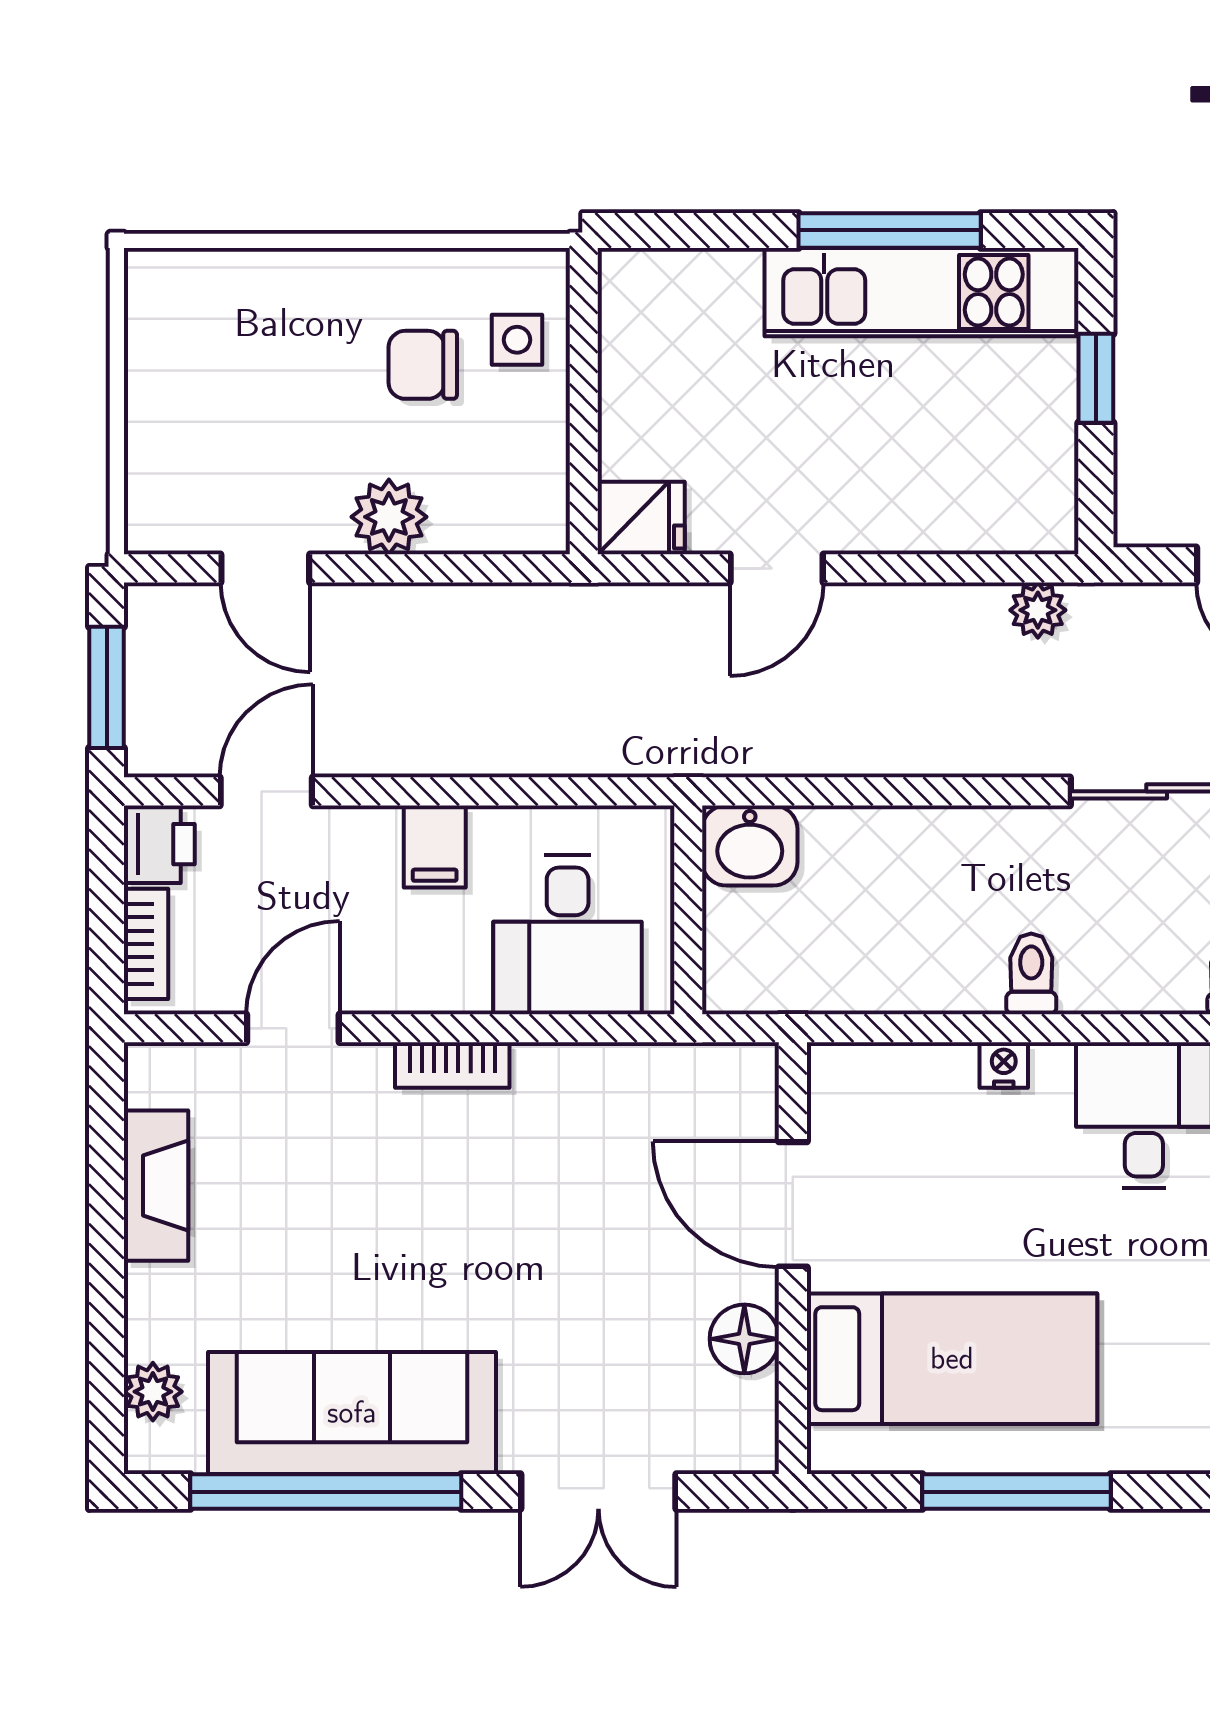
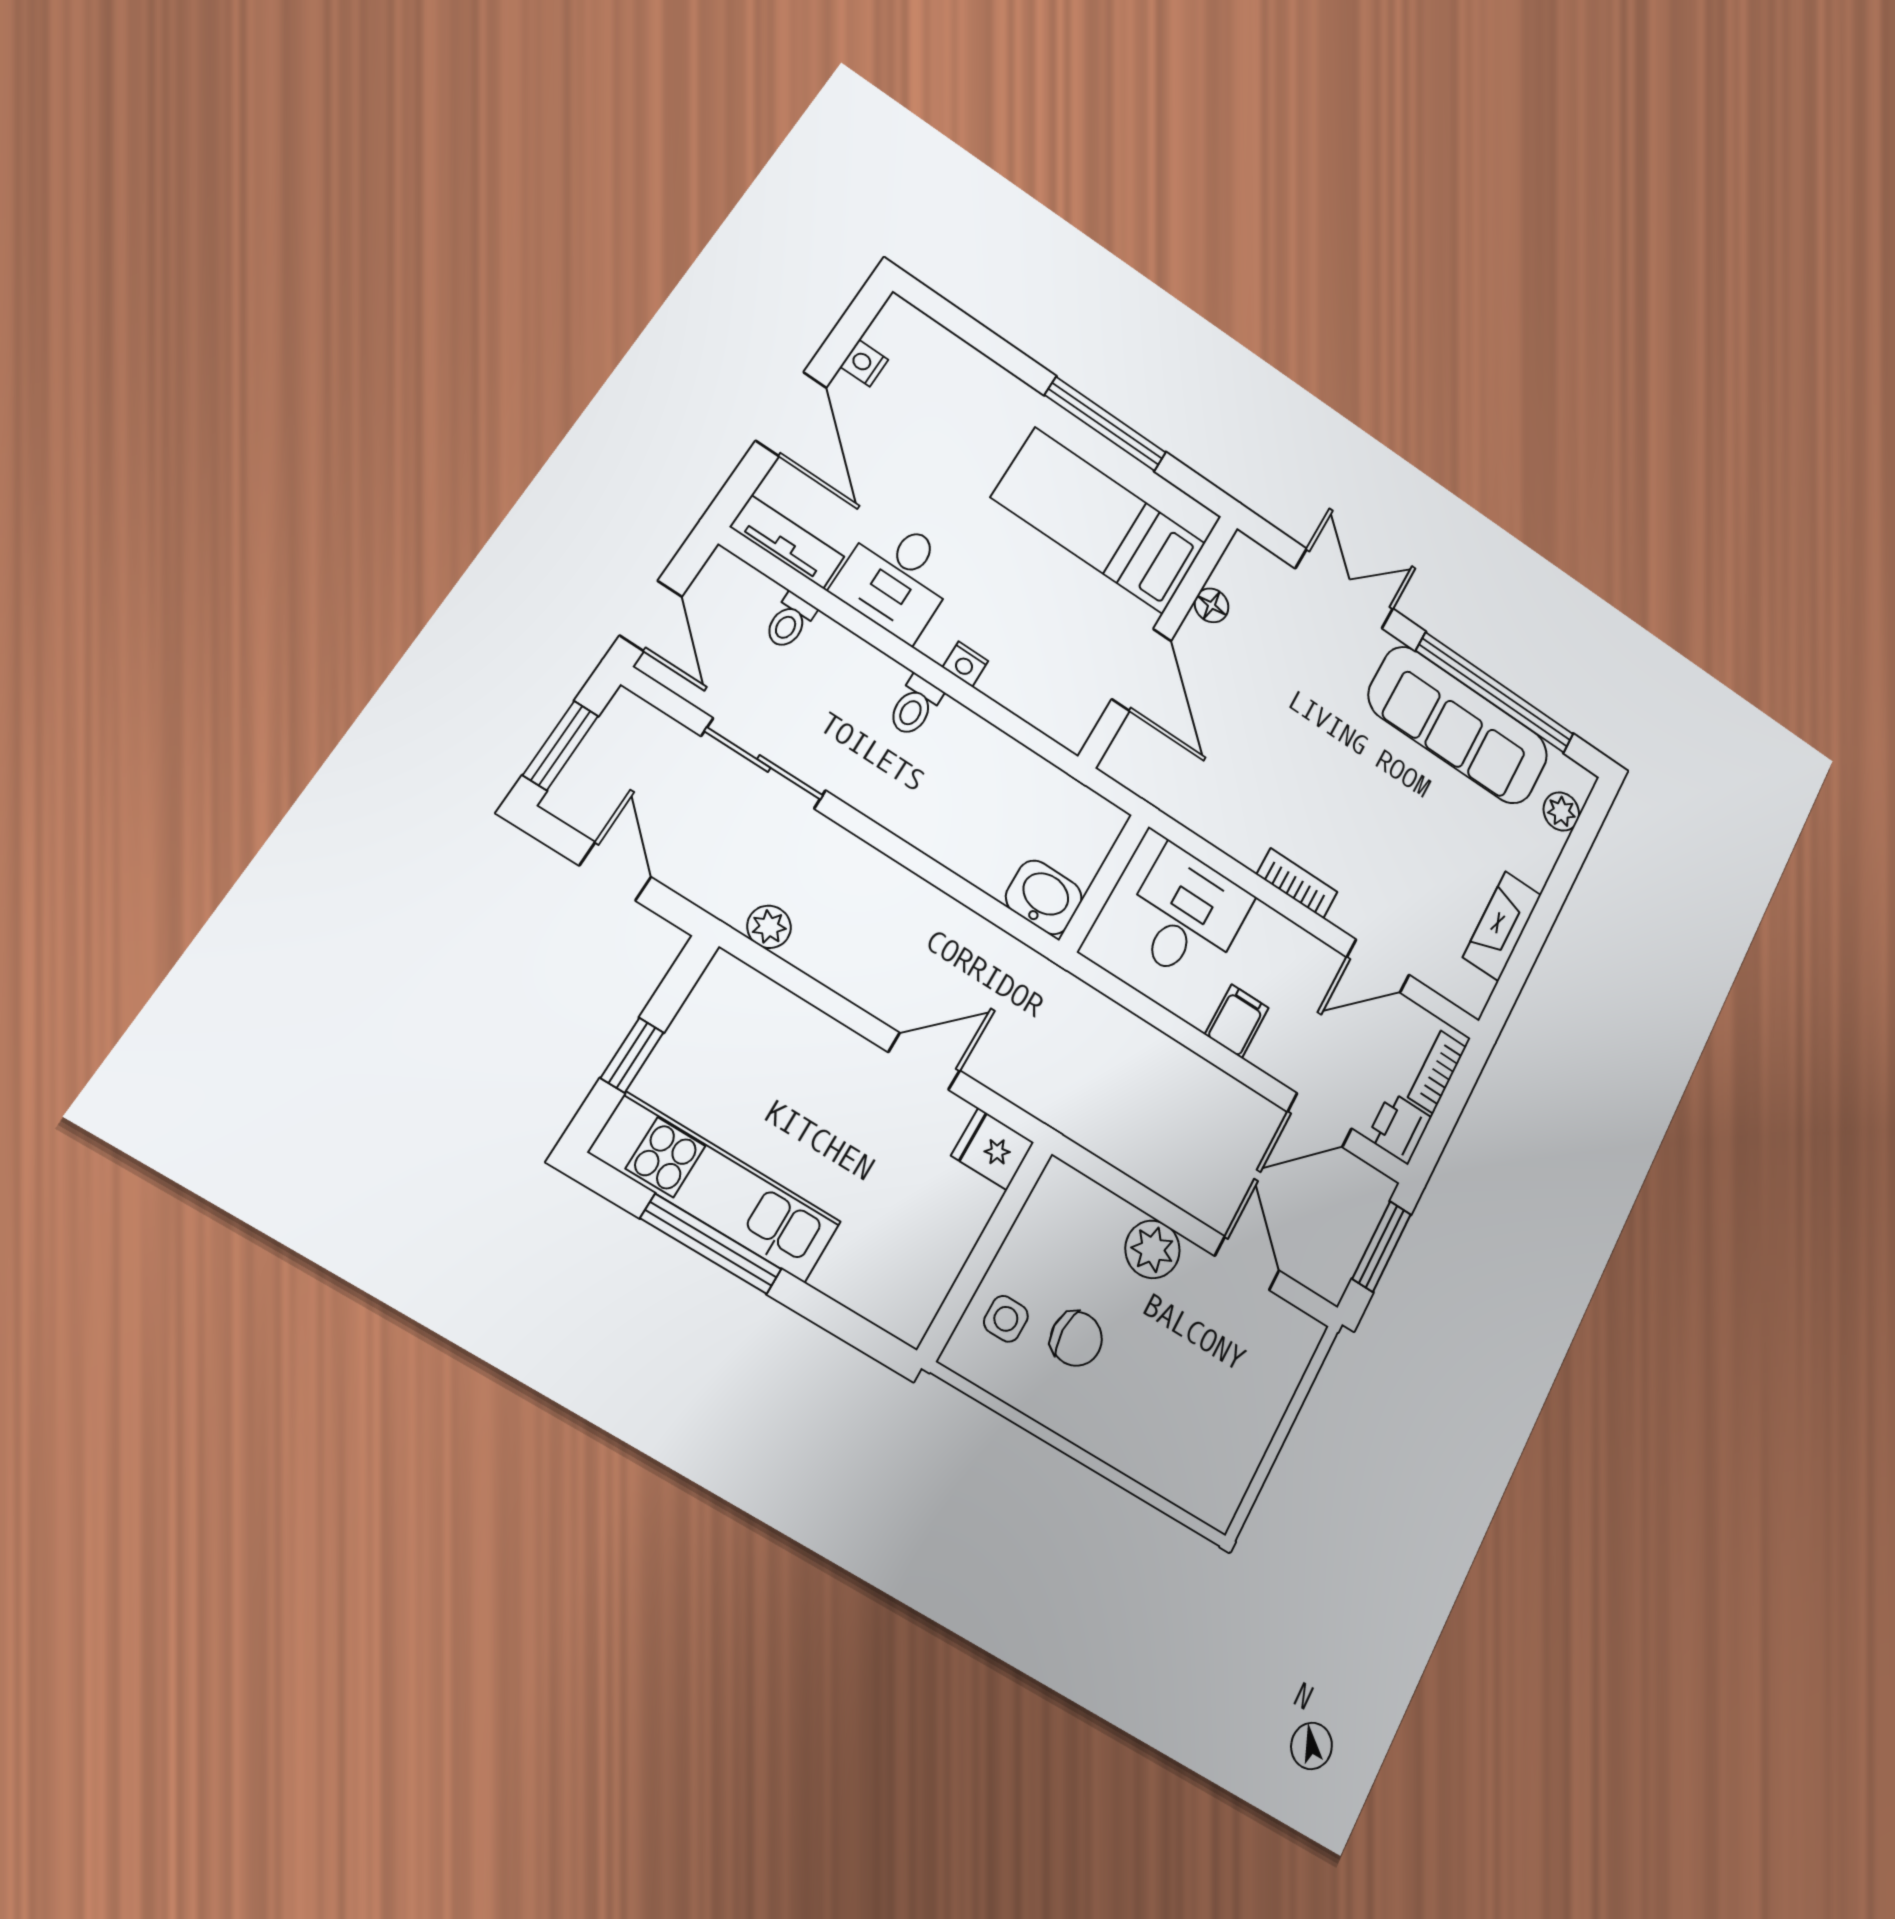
floor lamp: (744, 1339) -> (1212, 605), width x0.73, depth x0.73

